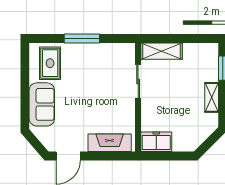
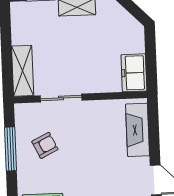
window: (82, 39) -> (10, 149), moved
armchair: (100, 67) -> (45, 145), added

